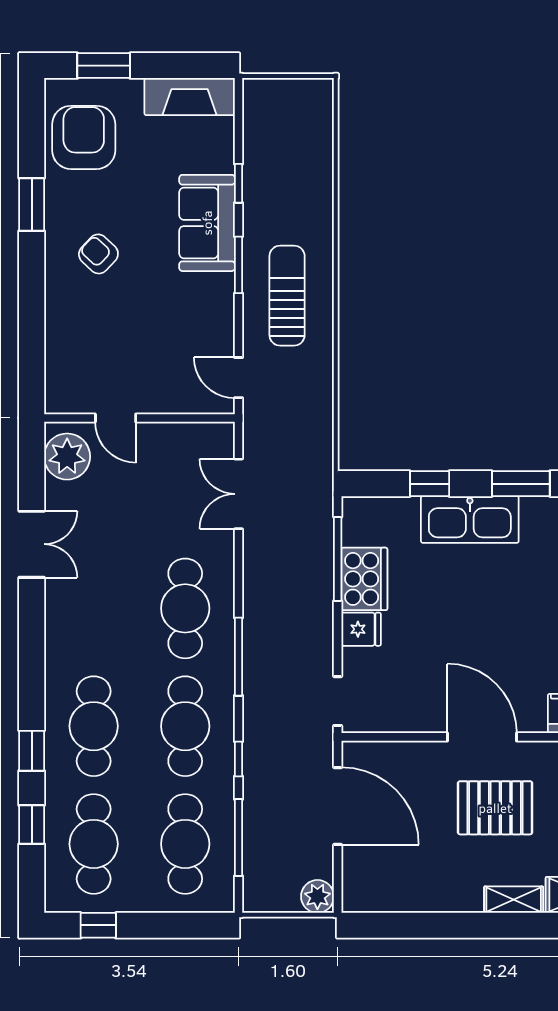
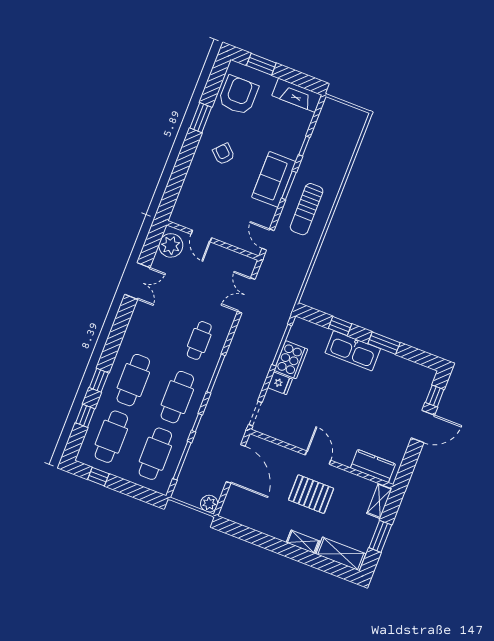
sofa: (207, 223) -> (274, 179), moved
sun lounger: (287, 296) -> (307, 209), turned 180
cafe table: (185, 608) -> (199, 340), width x0.73, depth x0.74
door: (482, 737) -> (318, 458), width x0.73

